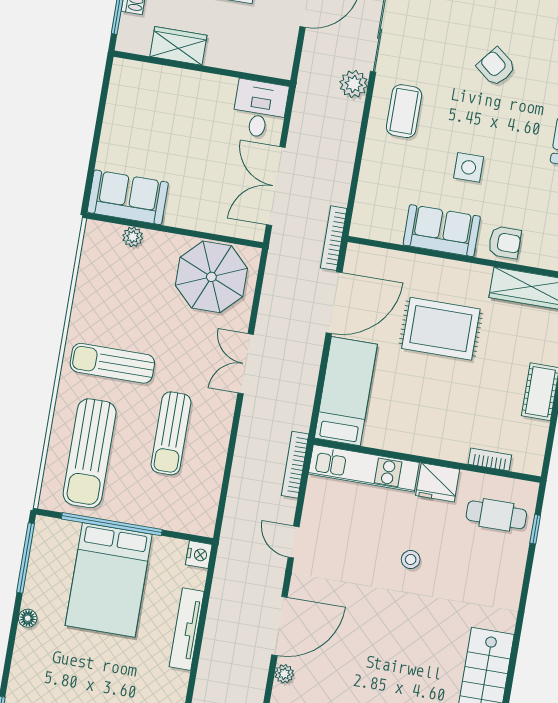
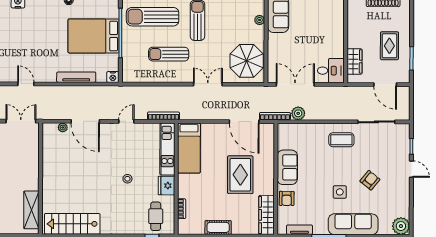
wardrobe: (178, 46) -> (354, 61), moved
plant: (354, 84) -> (298, 113), moved
side table: (469, 167) -> (340, 192), moved
bed: (346, 391) -> (189, 148), moved, turned 90

